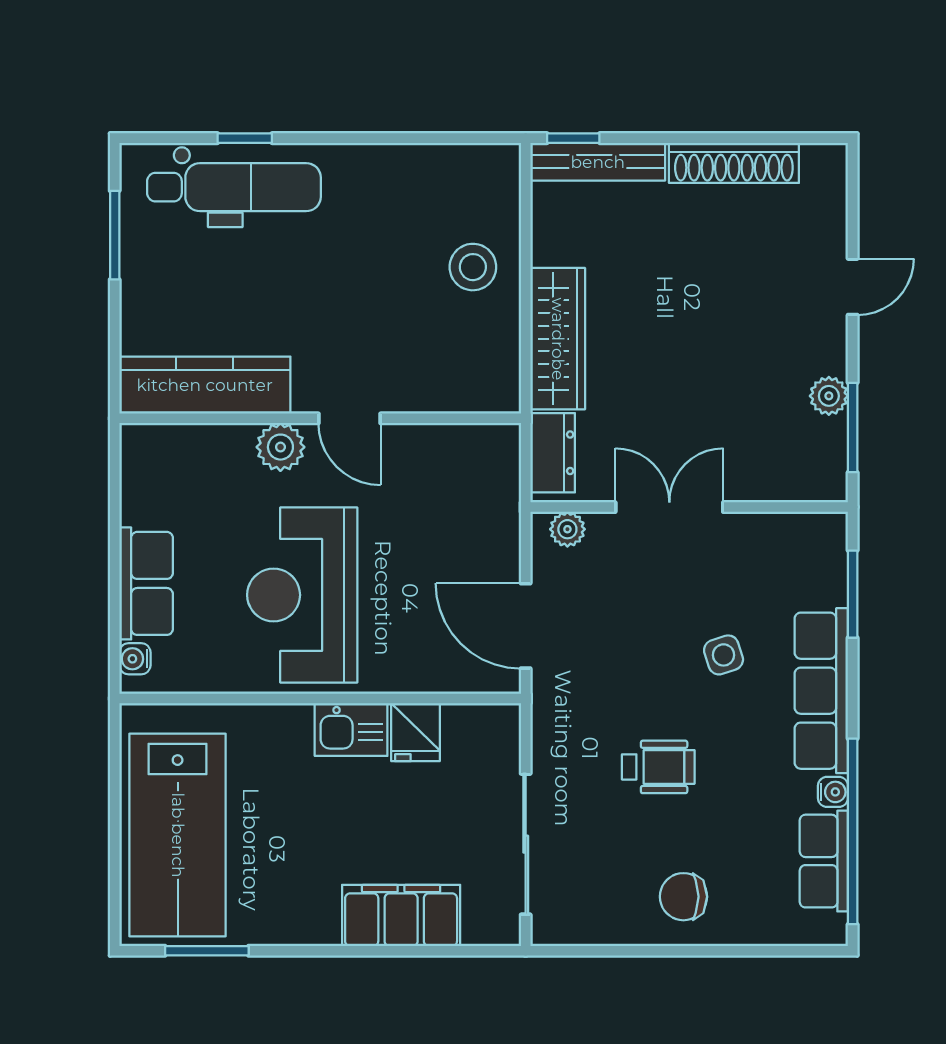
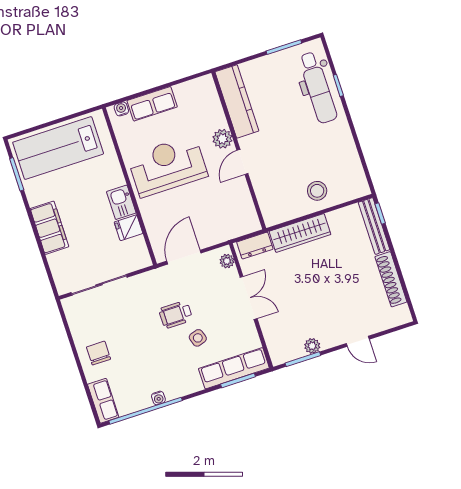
row of seats: (821, 691) -> (234, 368), moved
wheelchair: (658, 767) -> (176, 315), moved, turned 90
row of seats: (824, 861) -> (103, 401), moved, turned 90
filing cabinet: (401, 915) -> (49, 228), moved

